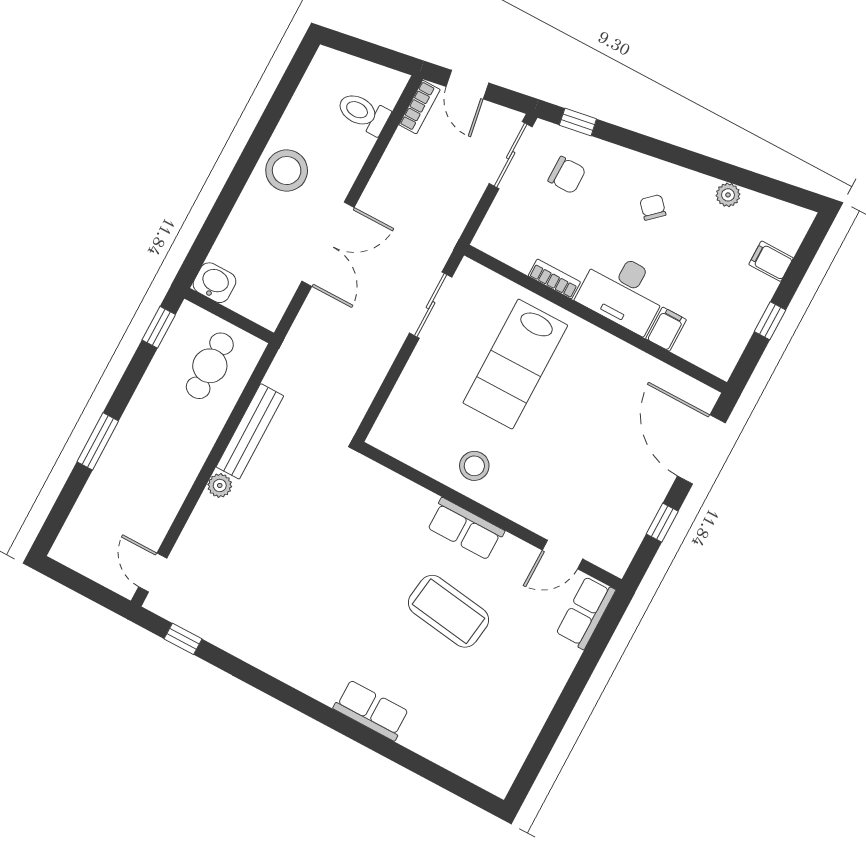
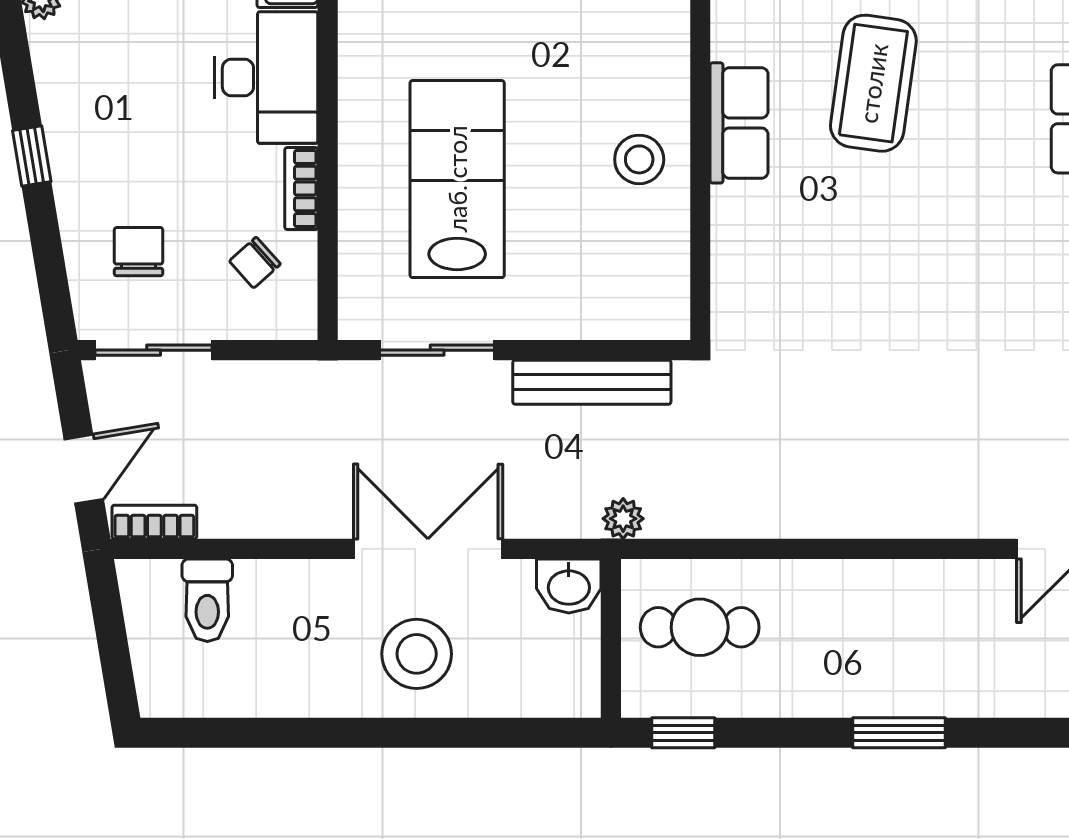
window: (578, 122) -> (32, 156), moved
stool: (287, 171) -> (417, 654), moved
chair: (653, 207) -> (255, 263), moved
washbasin: (215, 283) -> (569, 586), moved, turned -90
lab bench: (515, 364) -> (457, 179), turned -90
bench: (250, 431) -> (592, 382), moved
plant: (220, 485) -> (623, 519), moved

